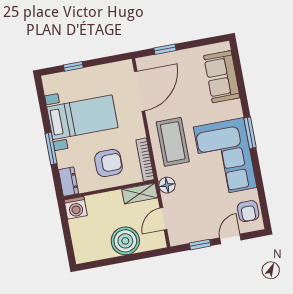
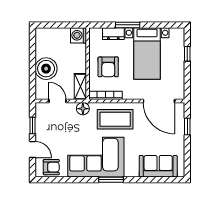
dresser: (68, 182) -> (113, 34), moved
armchair: (248, 211) -> (51, 167), turned 180

